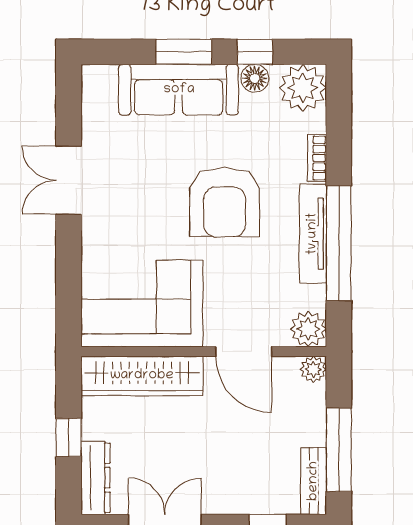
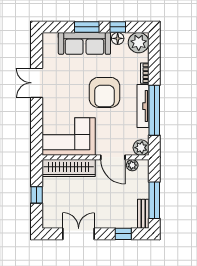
plant: (313, 369) -> (132, 165), moved
dresser: (95, 478) -> (48, 212), removed

